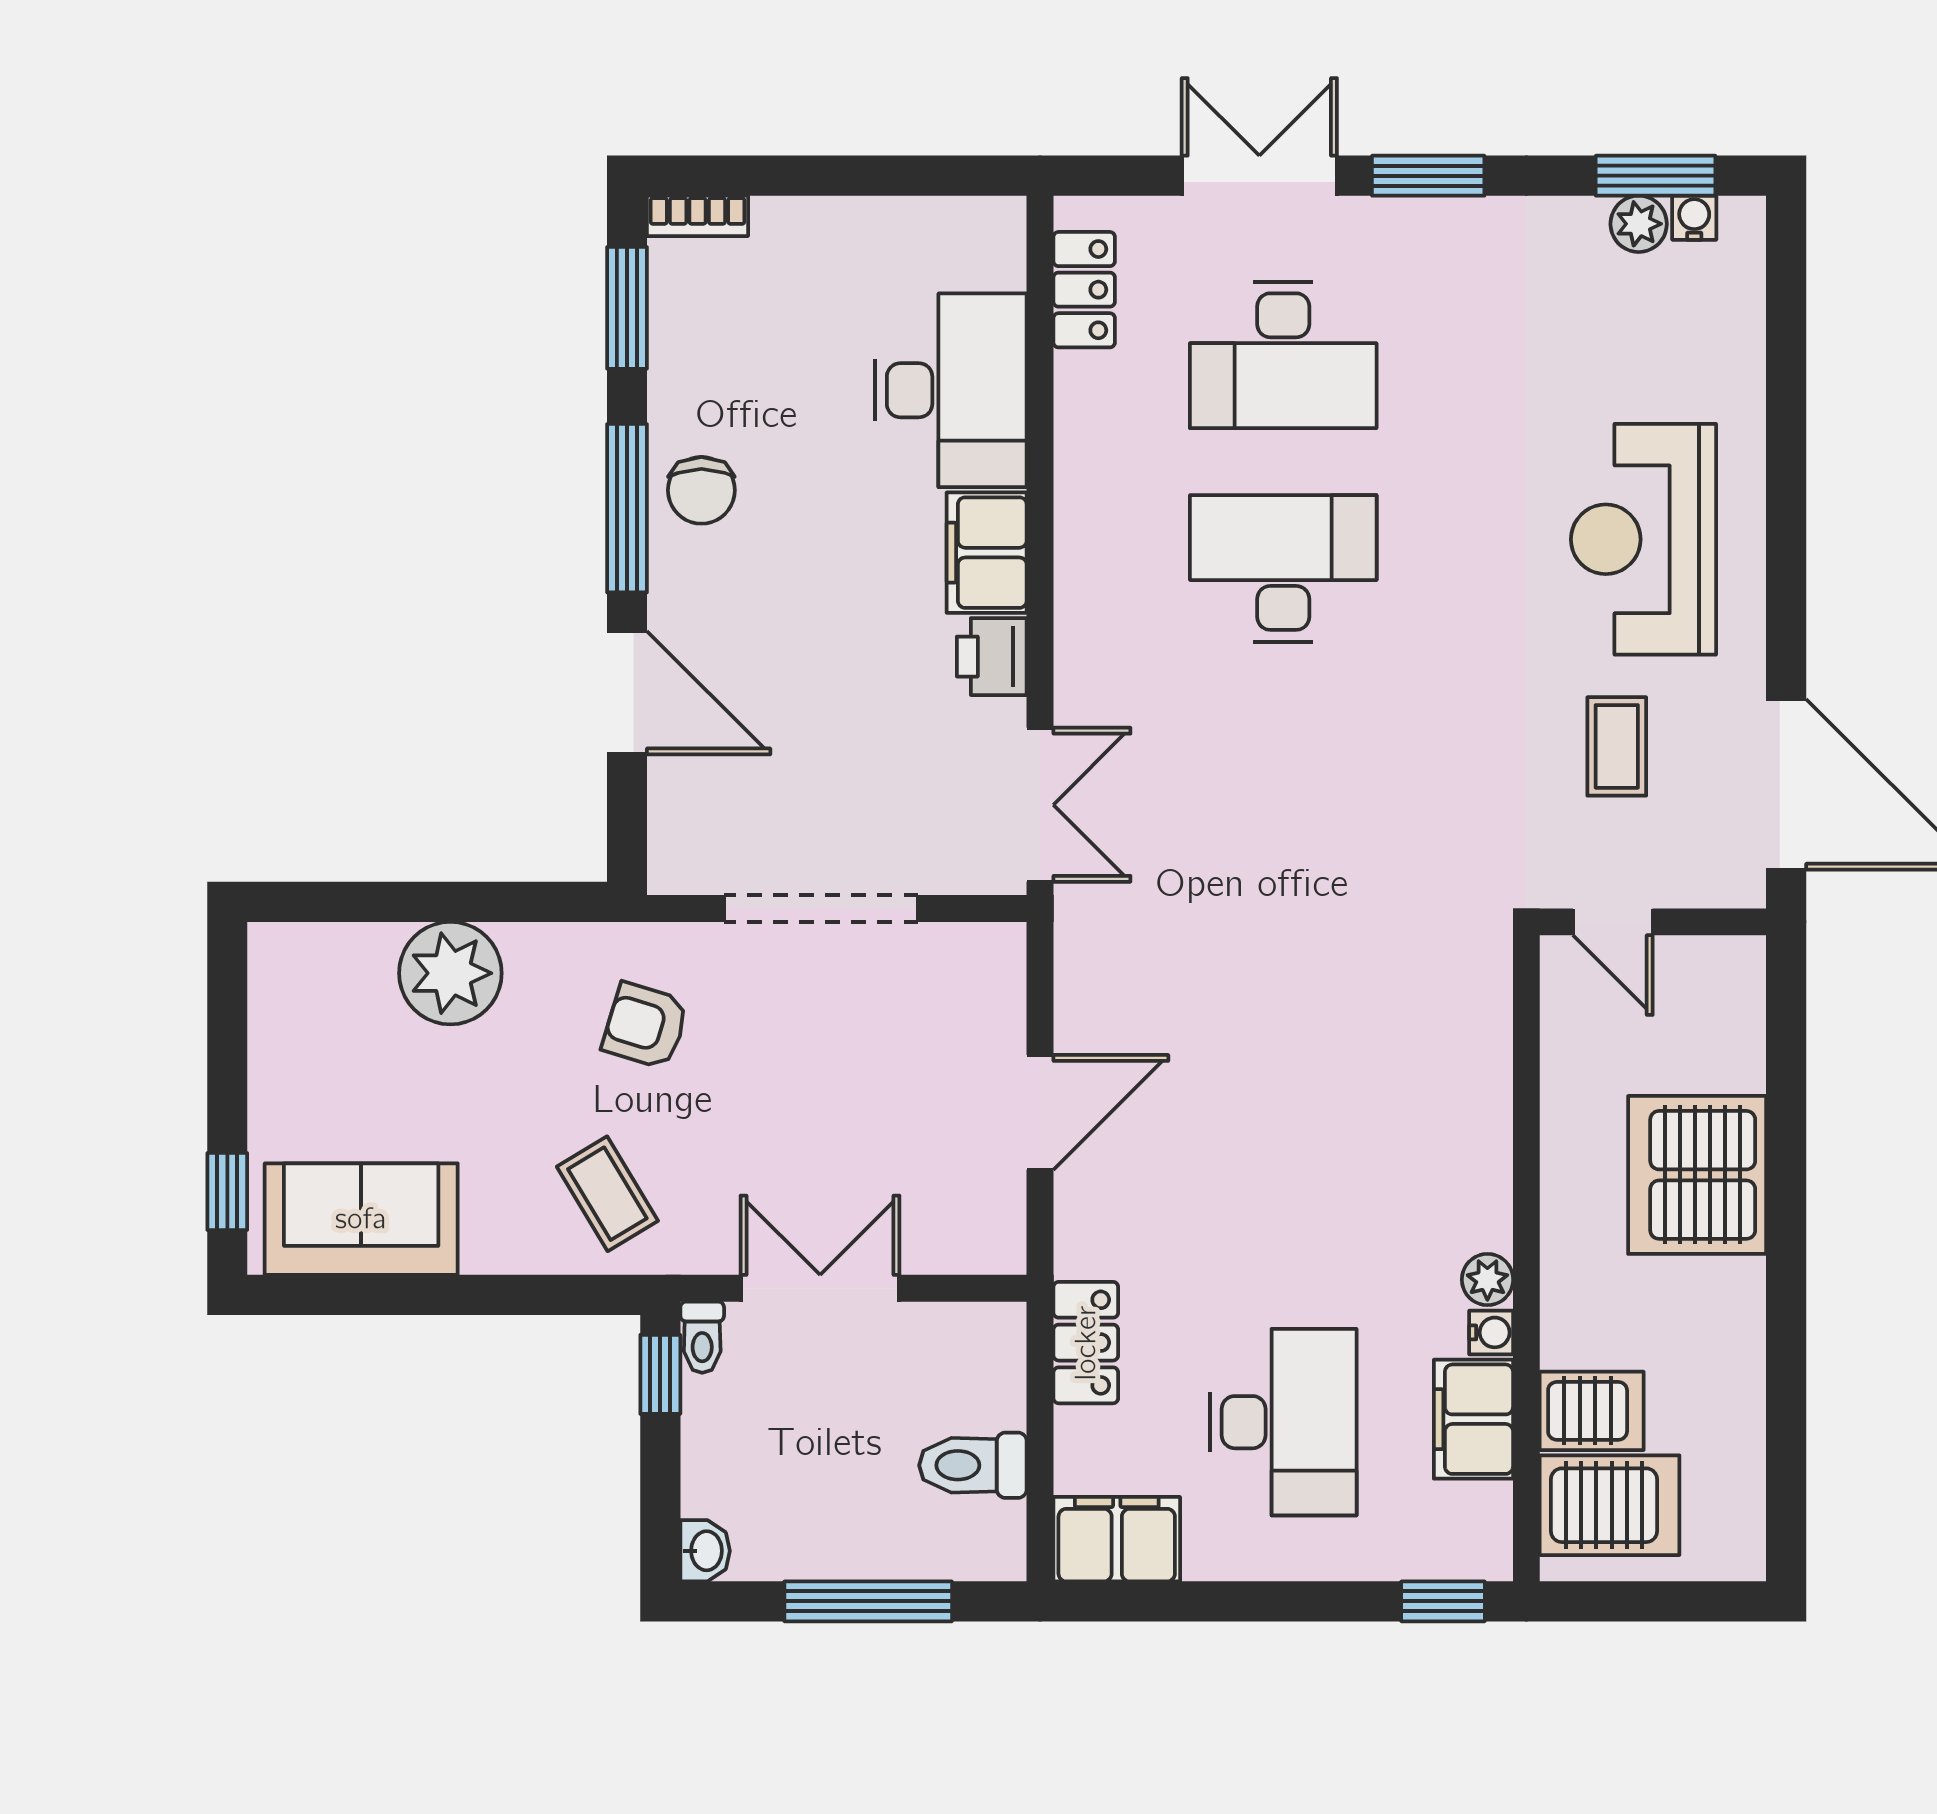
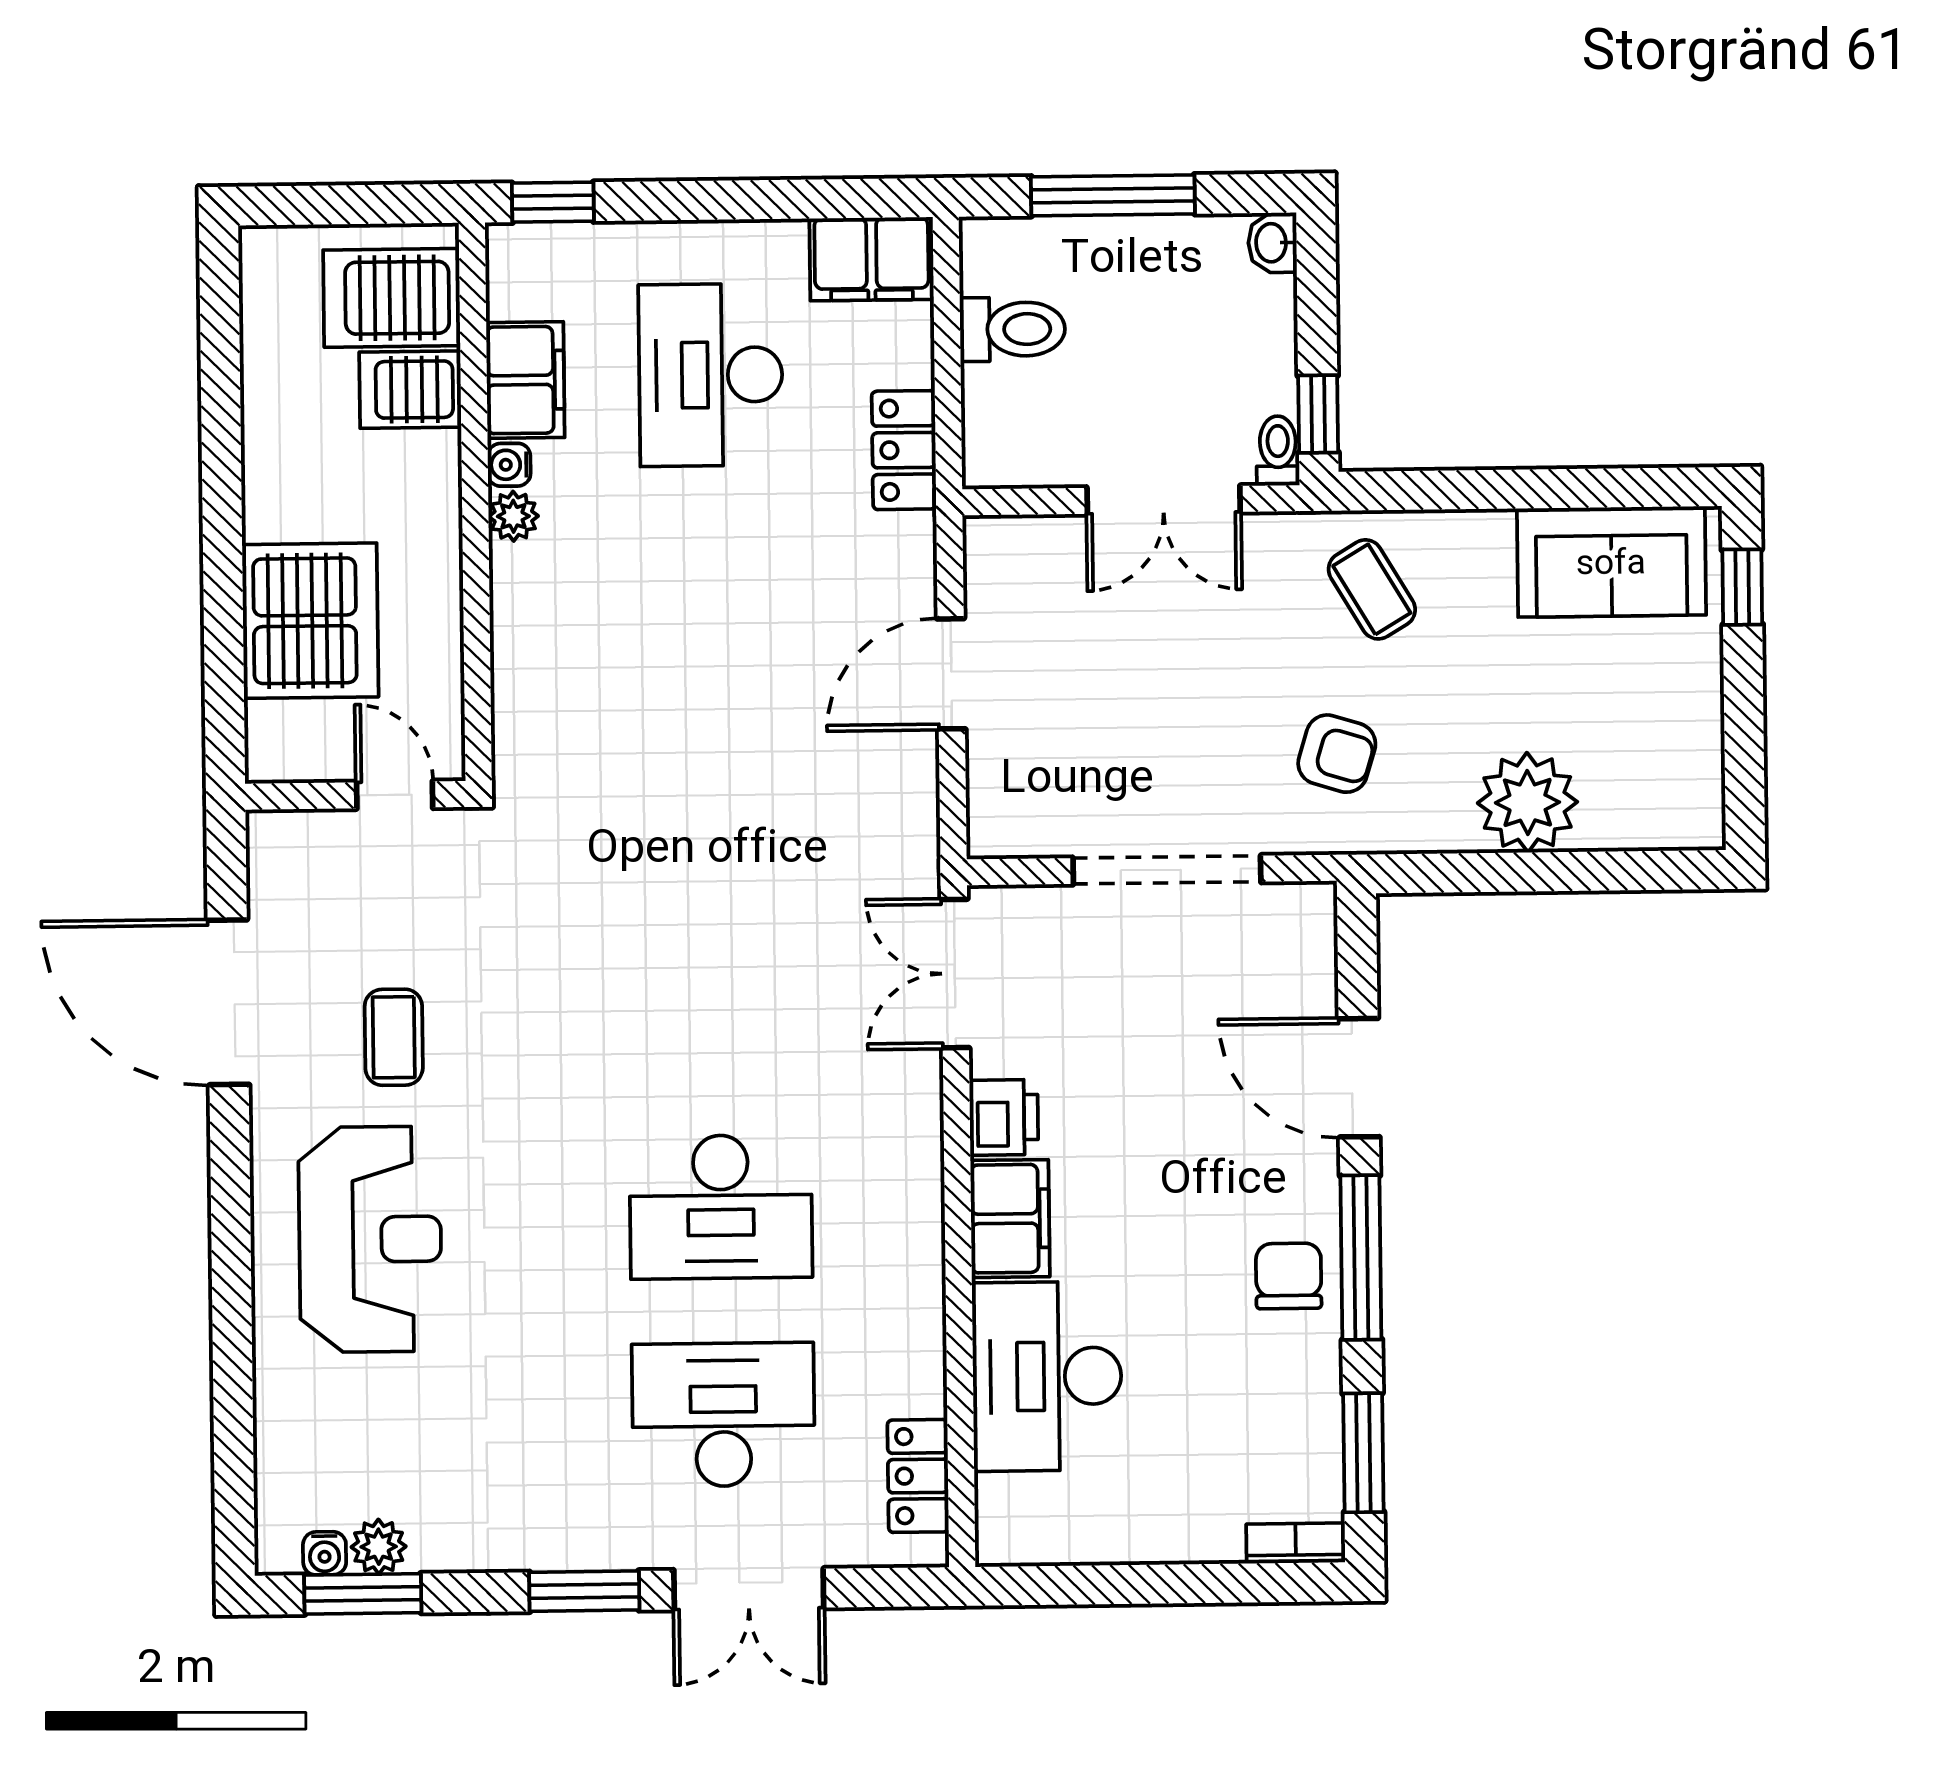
door: (1613, 922) -> (395, 795), moved
wall: (1653, 922) -> (355, 795), moved

